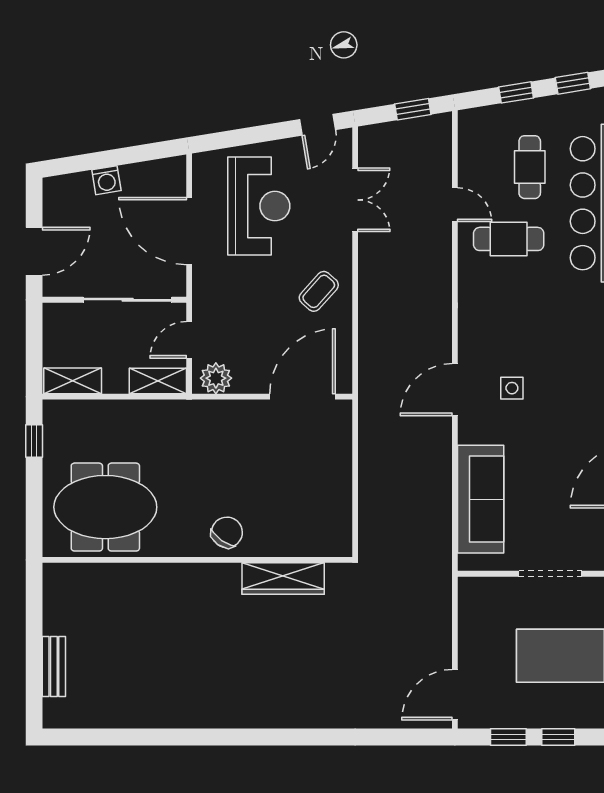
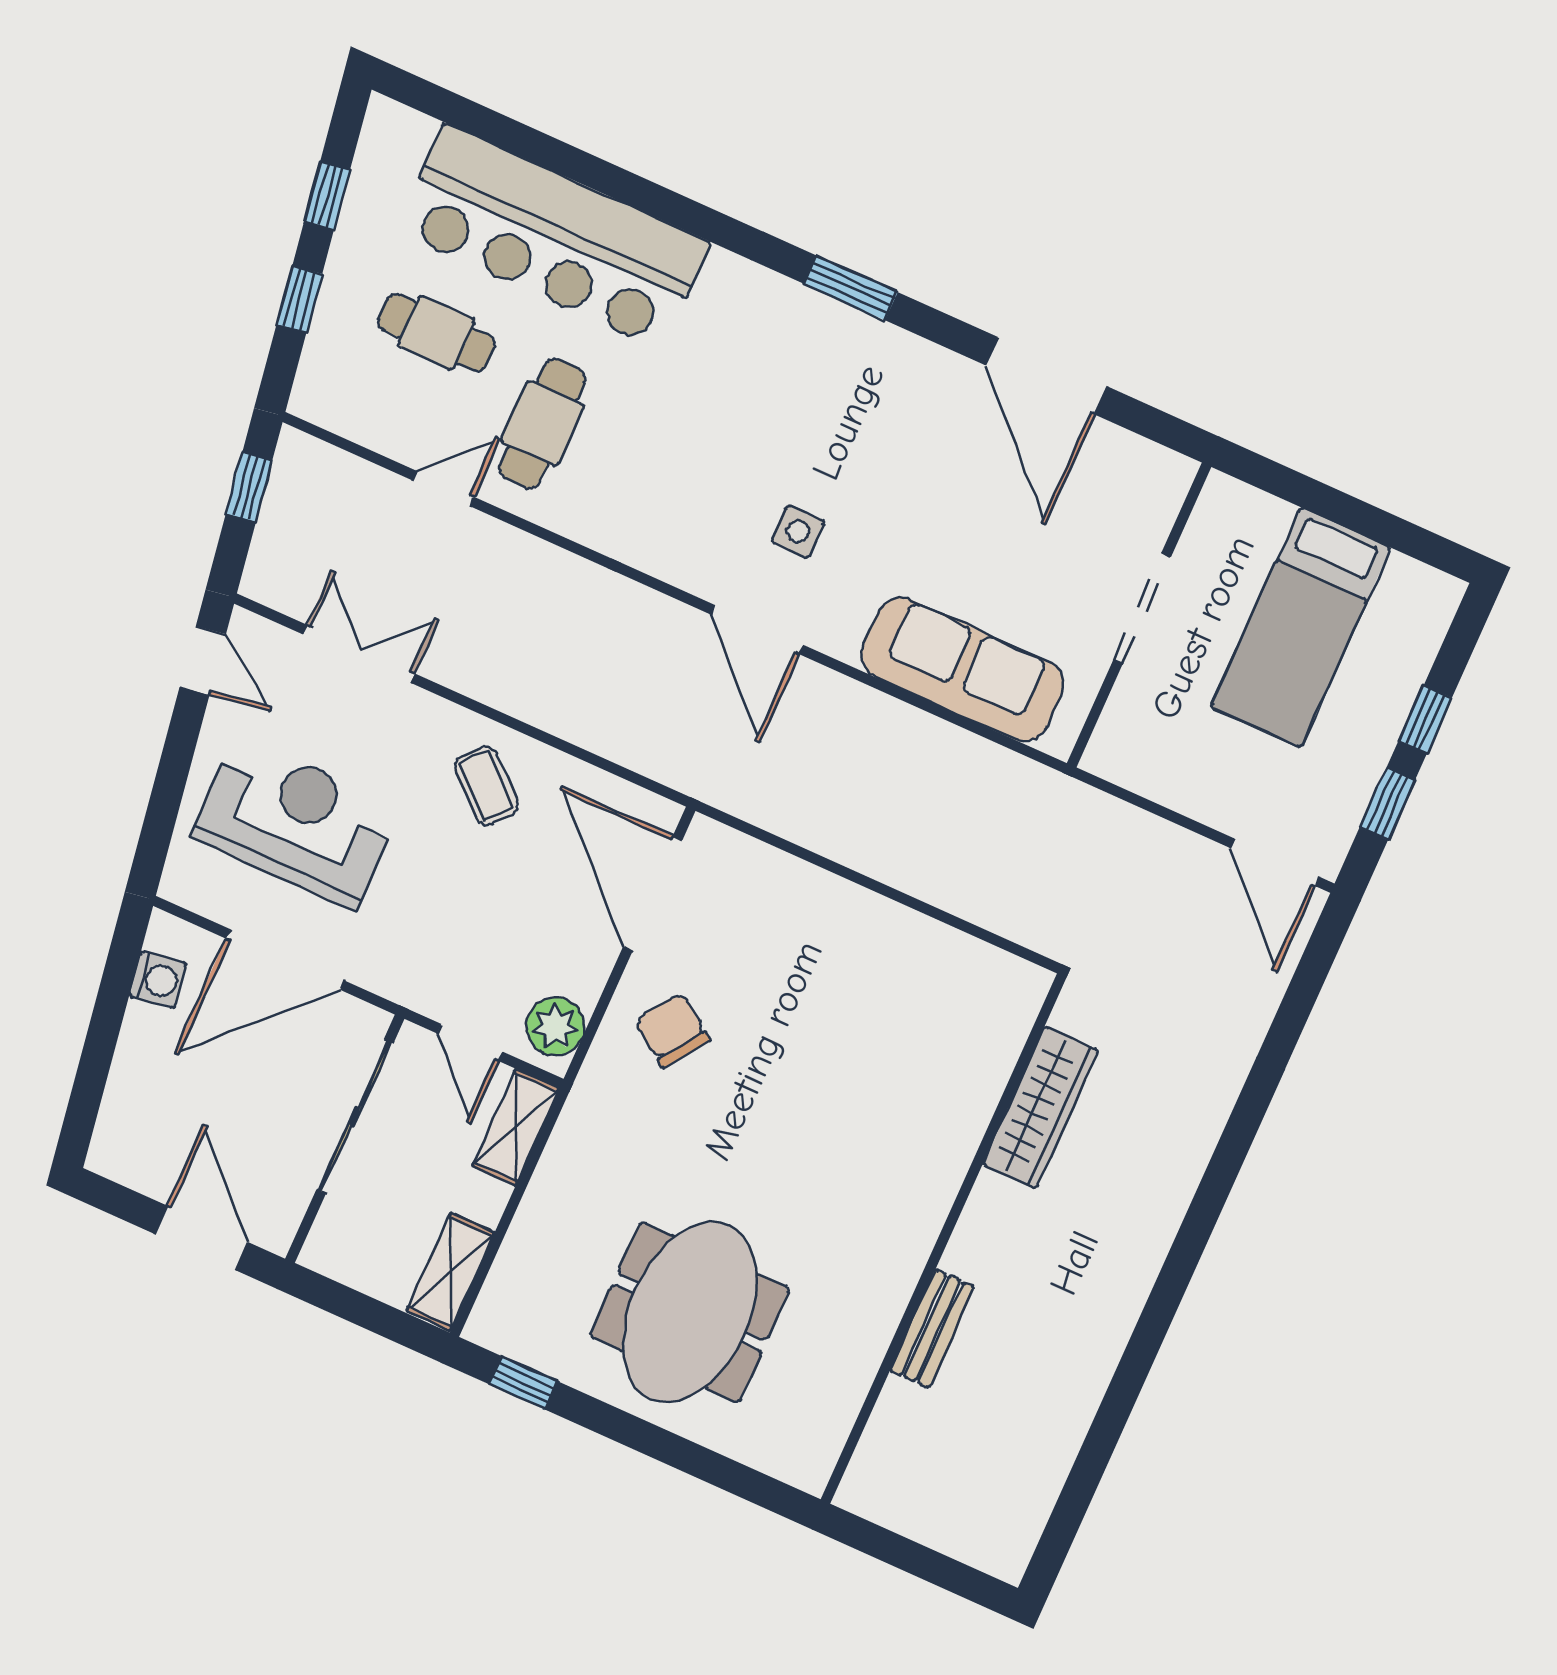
washing machine: (106, 180) -> (158, 980), moved
chair: (227, 532) -> (672, 1030), moved
wall: (197, 560) -> (944, 1238), moved
wardrobe: (283, 578) -> (1040, 1107), moved
bench: (54, 667) -> (932, 1329), moved, turned 90

